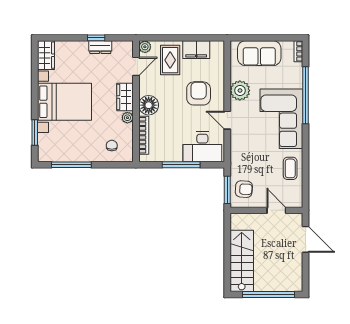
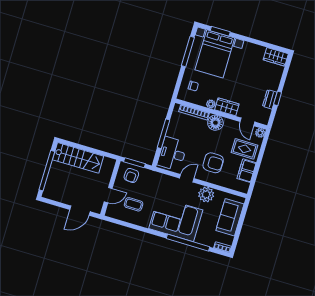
bed with nightstands: (65, 102) -> (215, 54), moved
coffee table: (290, 168) -> (134, 204), moved

